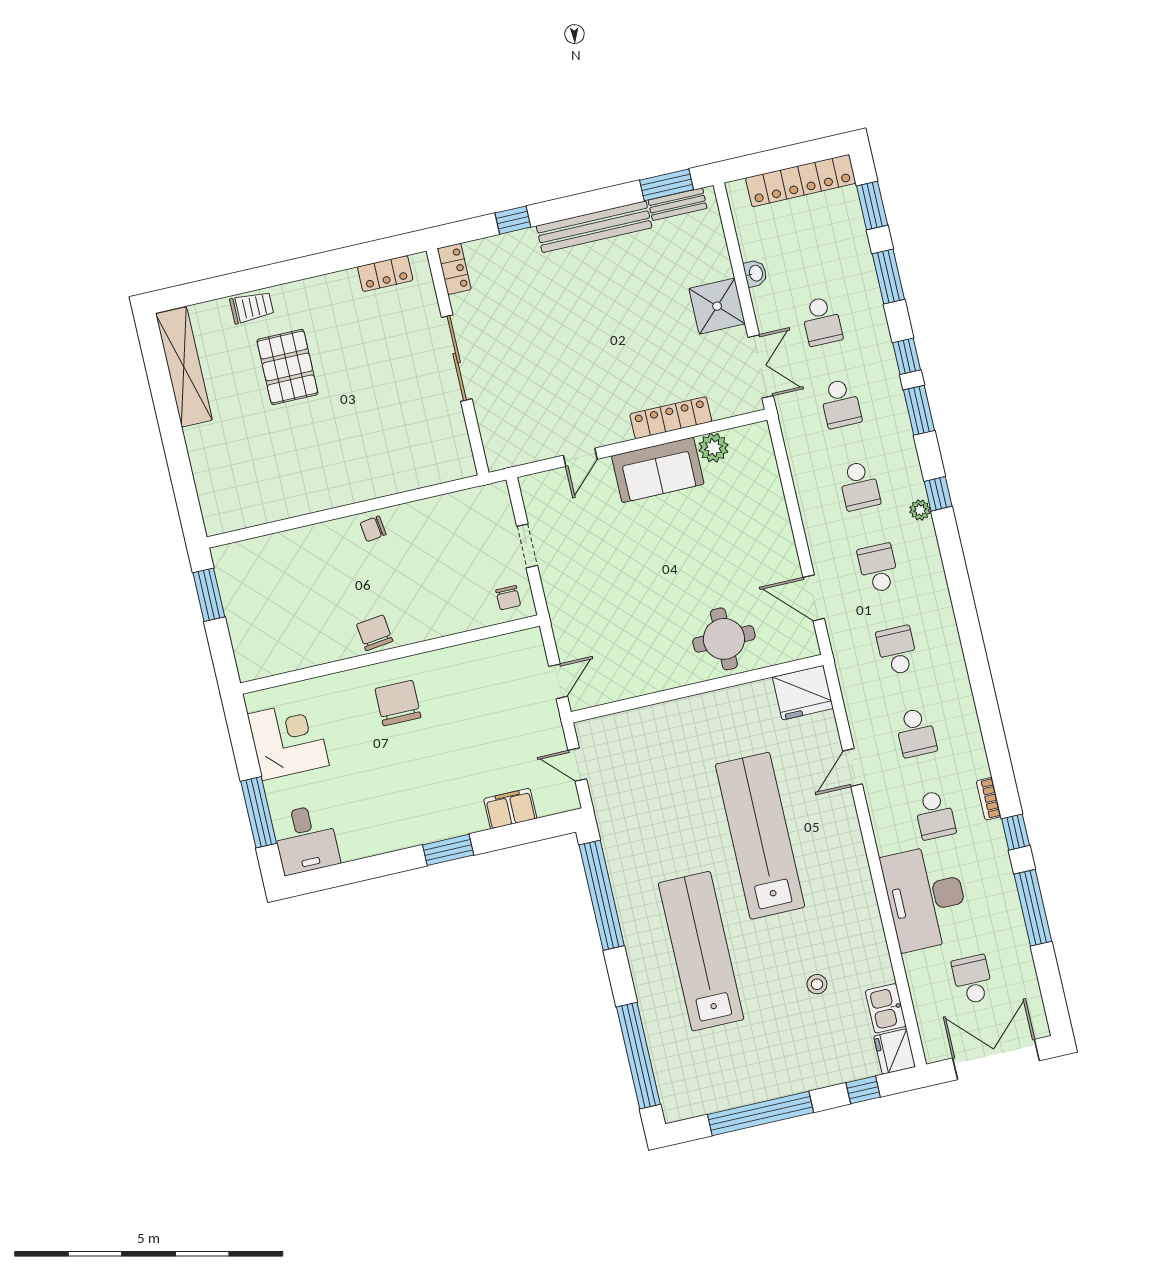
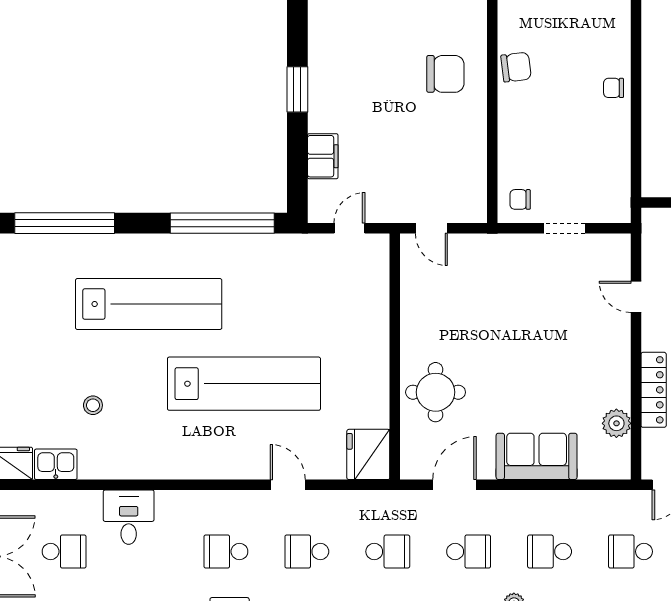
sofa: (658, 470) -> (537, 456), moved, turned 90
chair: (373, 529) -> (614, 88), turned -82
desk: (926, 898) -> (129, 517), width x0.53, depth x0.77

